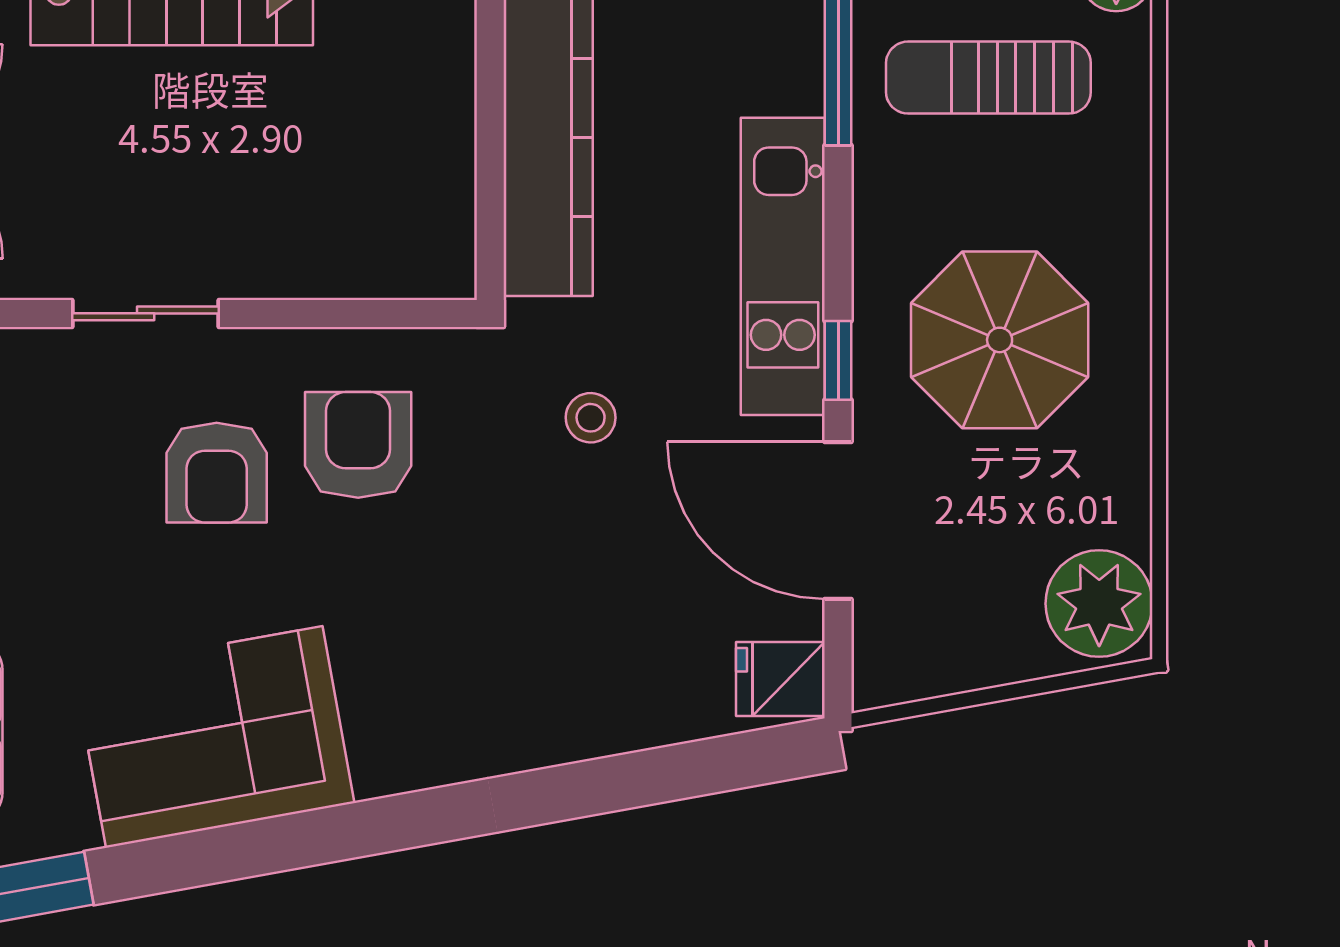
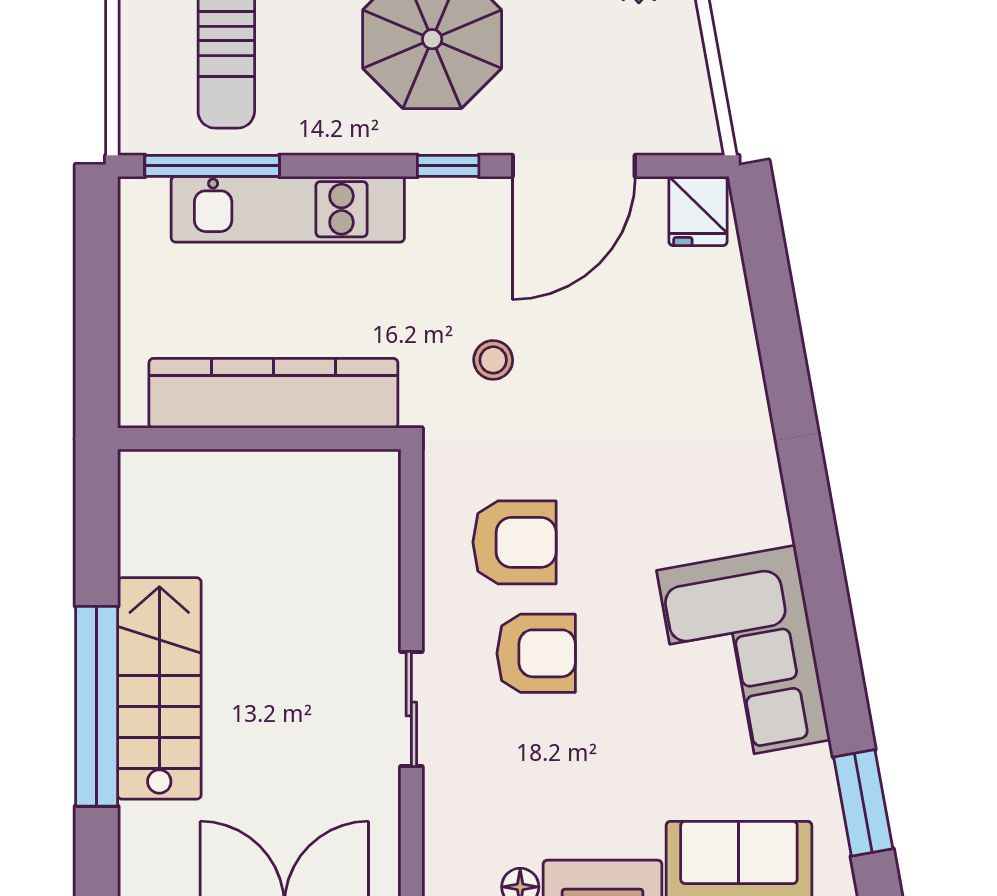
kitchen unit: (783, 266) -> (288, 209), moved
armchair: (358, 445) -> (514, 542), turned 180

